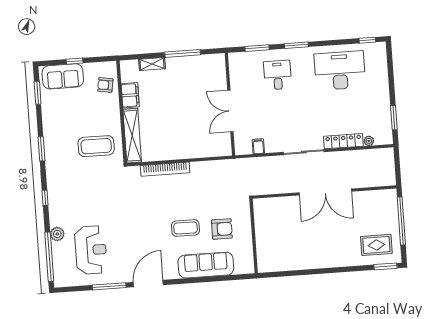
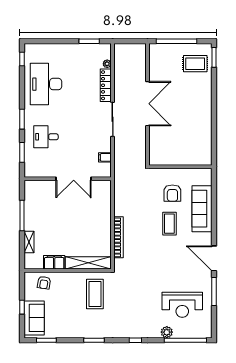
armchair: (222, 229) -> (172, 193), turned 180
rug: (376, 245) -> (195, 64), turned 90
reception desk: (91, 250) -> (182, 305), turned 180

